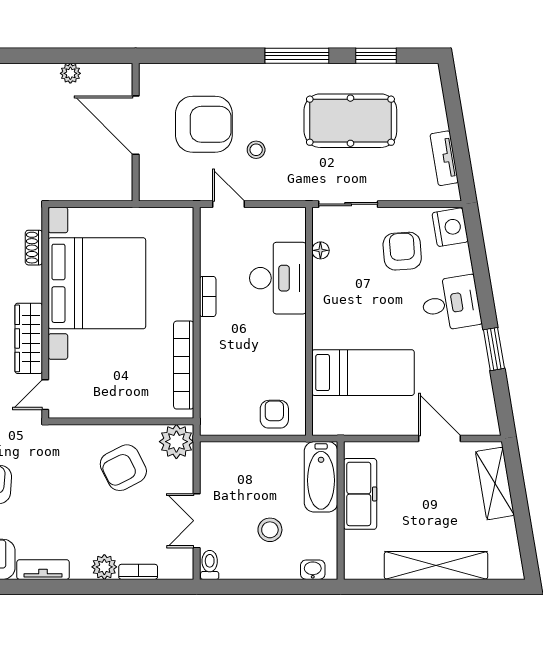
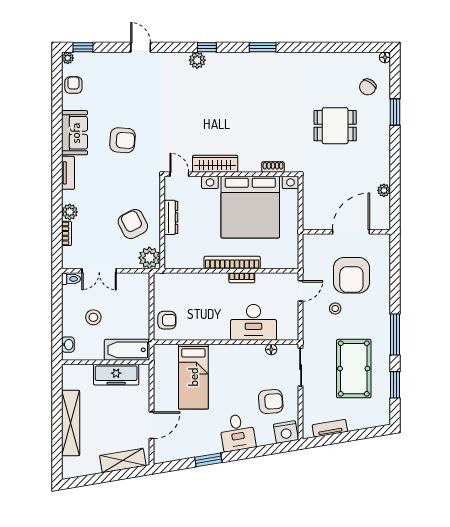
bookcase: (184, 365) -> (232, 262), moved
dresser: (113, 408) -> (171, 217), added
double door: (197, 521) -> (99, 271), swing flipped

